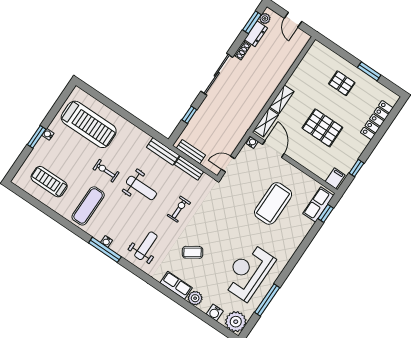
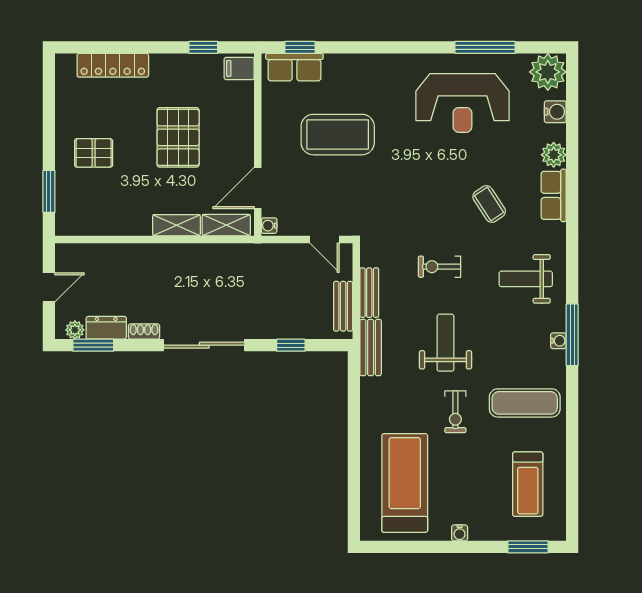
window: (369, 71) -> (49, 191), moved
pallet: (342, 83) -> (94, 153), turned 90
window: (37, 137) -> (528, 547), moved

